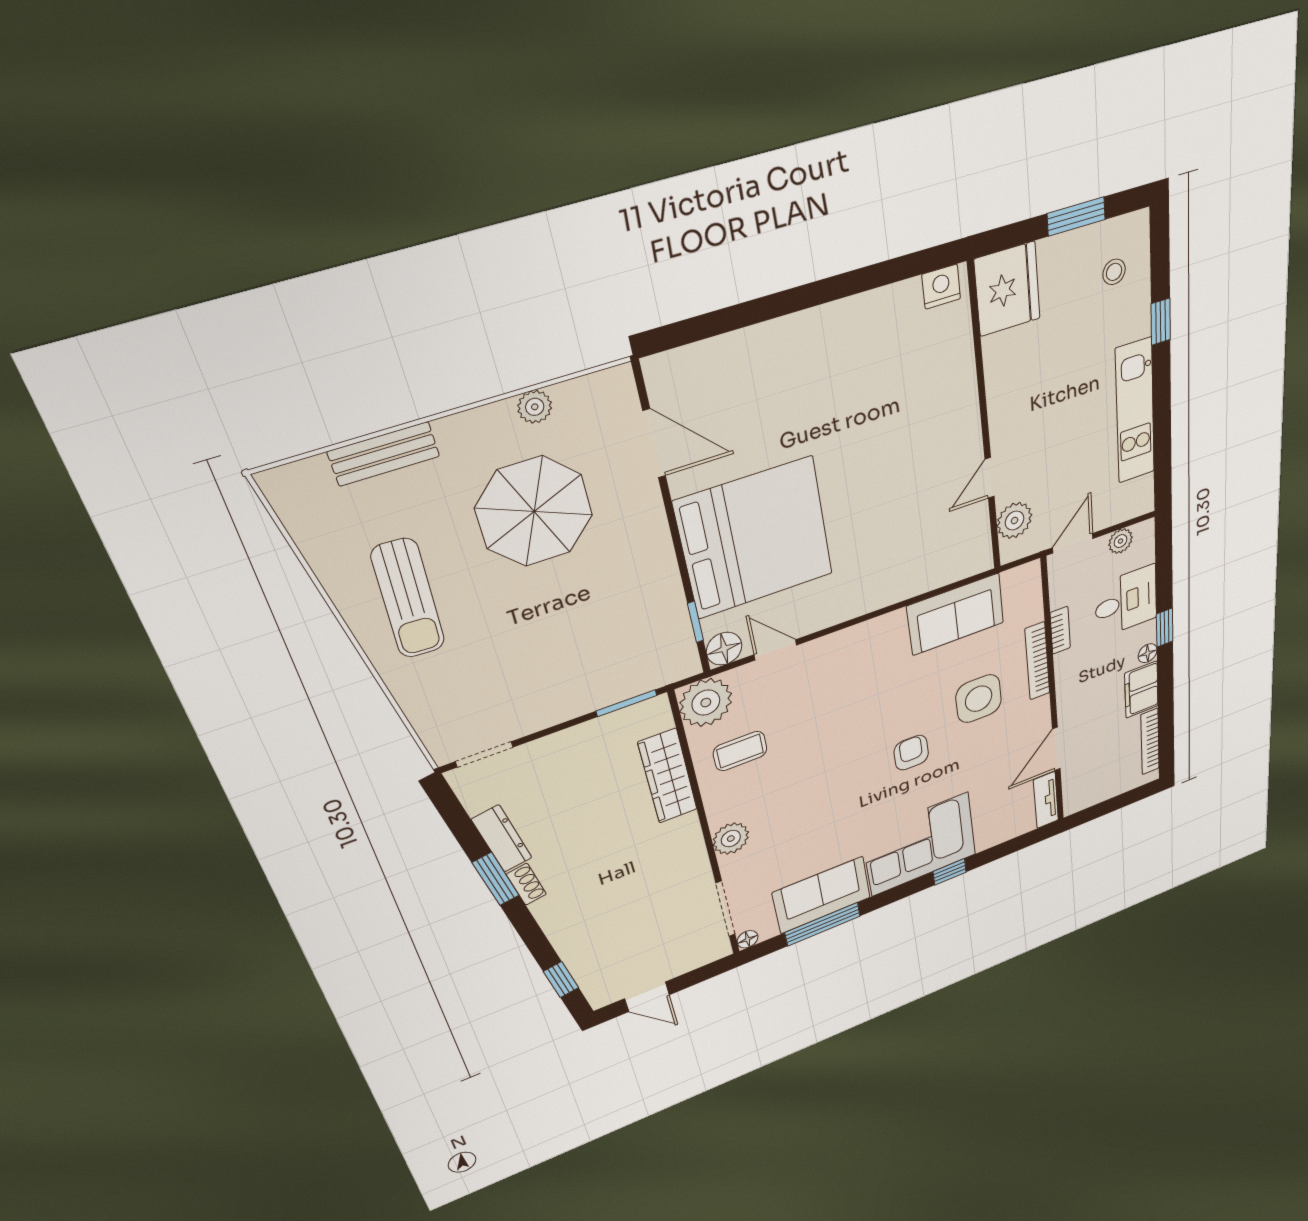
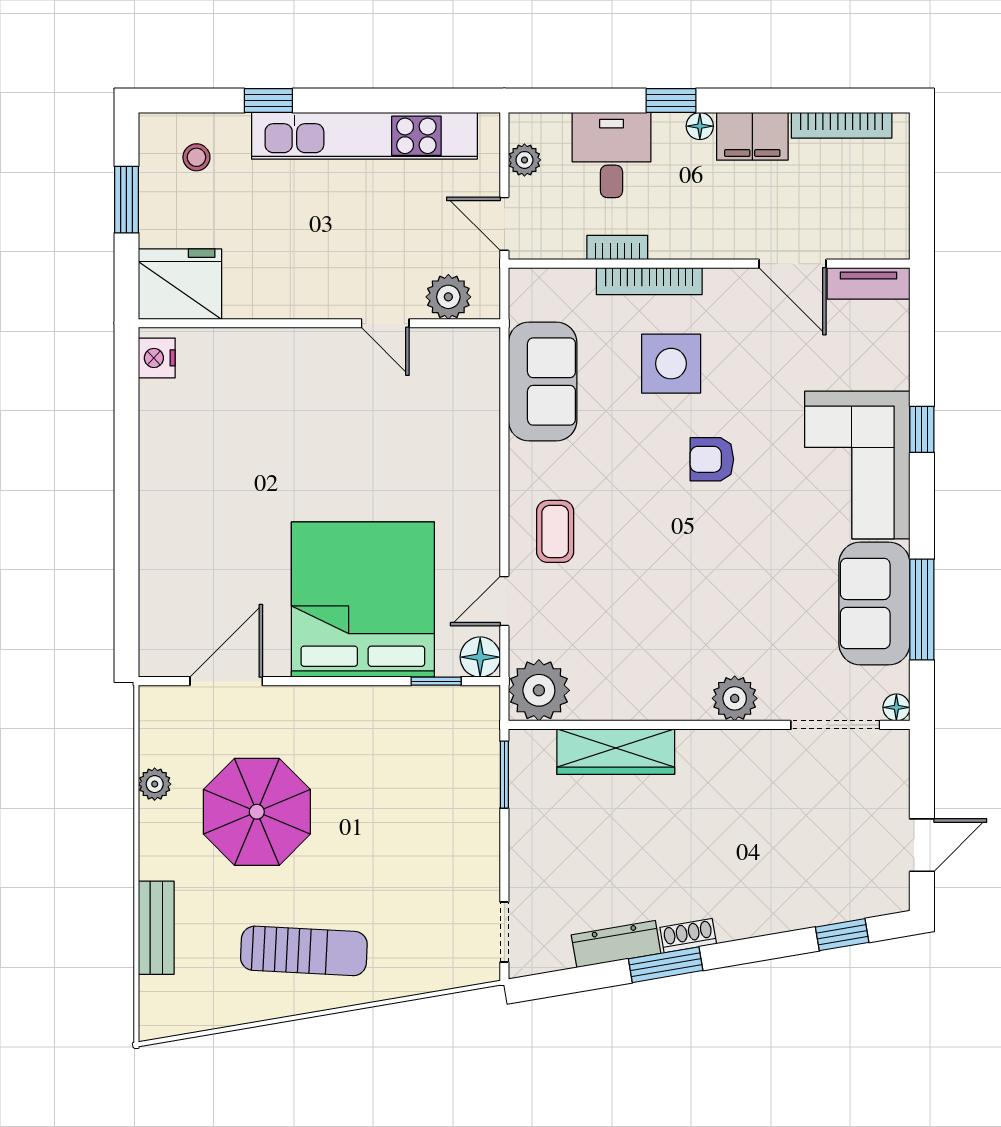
kitchen unit: (1135, 411) -> (364, 136), width x1.36
coffee table: (740, 751) -> (555, 531), moved

